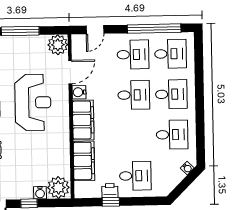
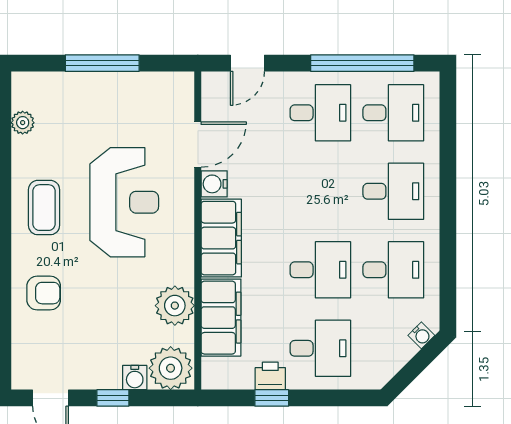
plant: (58, 45) -> (175, 306), moved
desk: (134, 95) -> (320, 270), moved

